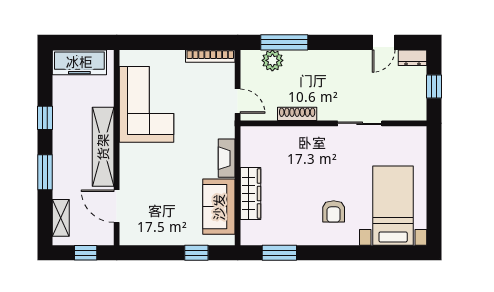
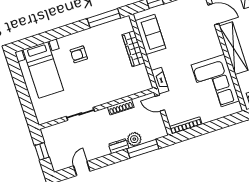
dresser: (413, 58) -> (119, 146), moved
plant: (272, 60) -> (134, 139), moved
fireplace: (227, 158) -> (160, 81), moved
armchair: (334, 211) -> (79, 54), turned -90
window: (279, 253) -> (104, 18), width x1.44

